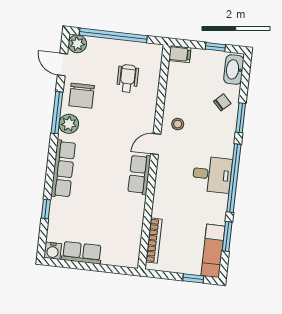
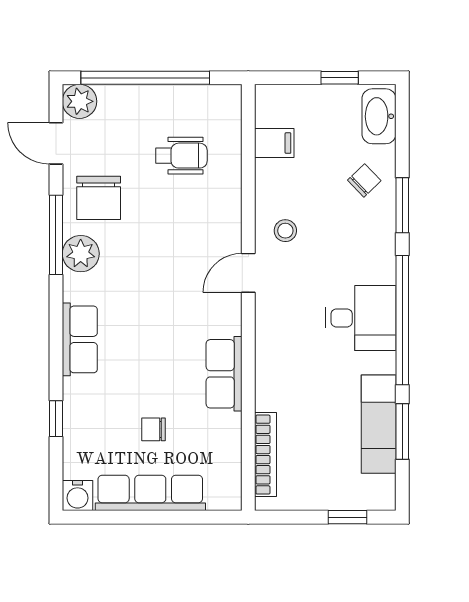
filing cabinet: (180, 54) -> (274, 143), moved
wheelchair: (128, 78) -> (181, 156), turned 90
row of seats: (63, 169) -> (80, 339), width x0.68
row of seats: (139, 174) -> (224, 374), moved
chair: (97, 221) -> (154, 429), added
exam couch: (213, 251) -> (379, 424), moved
row of seats: (82, 253) -> (150, 493), width x1.48

